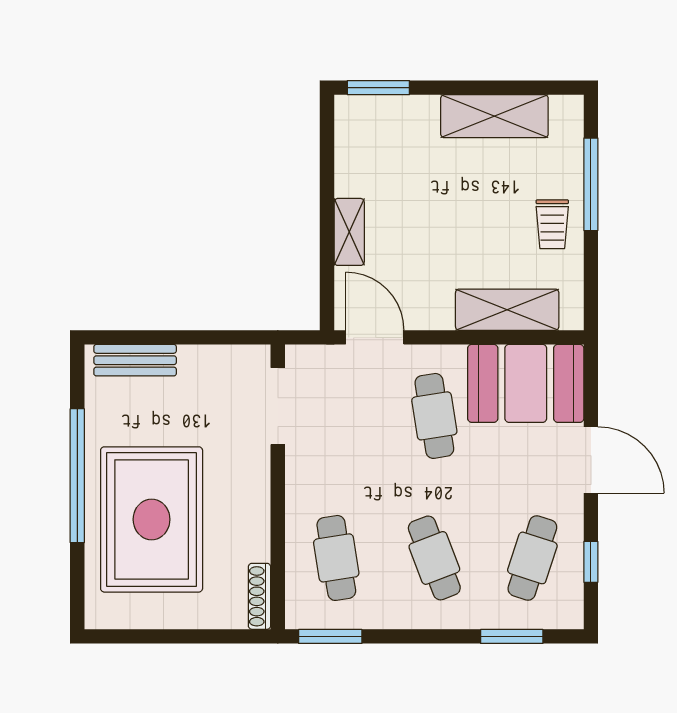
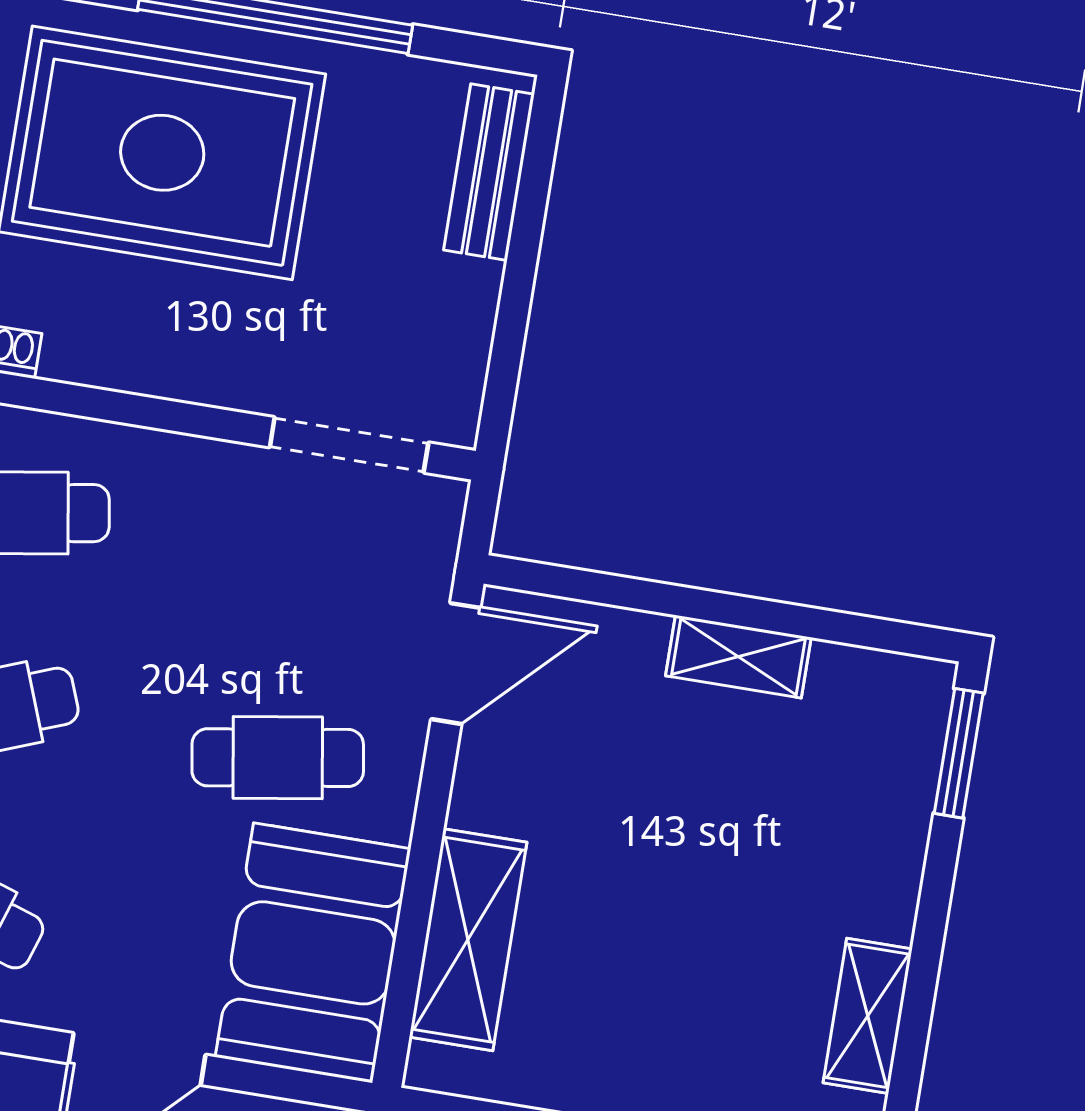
shelving: (494, 116) -> (868, 1016), width x0.67, depth x0.75
trolley: (552, 224) -> (626, 1059), removed
shelving: (349, 232) -> (738, 657), moved

